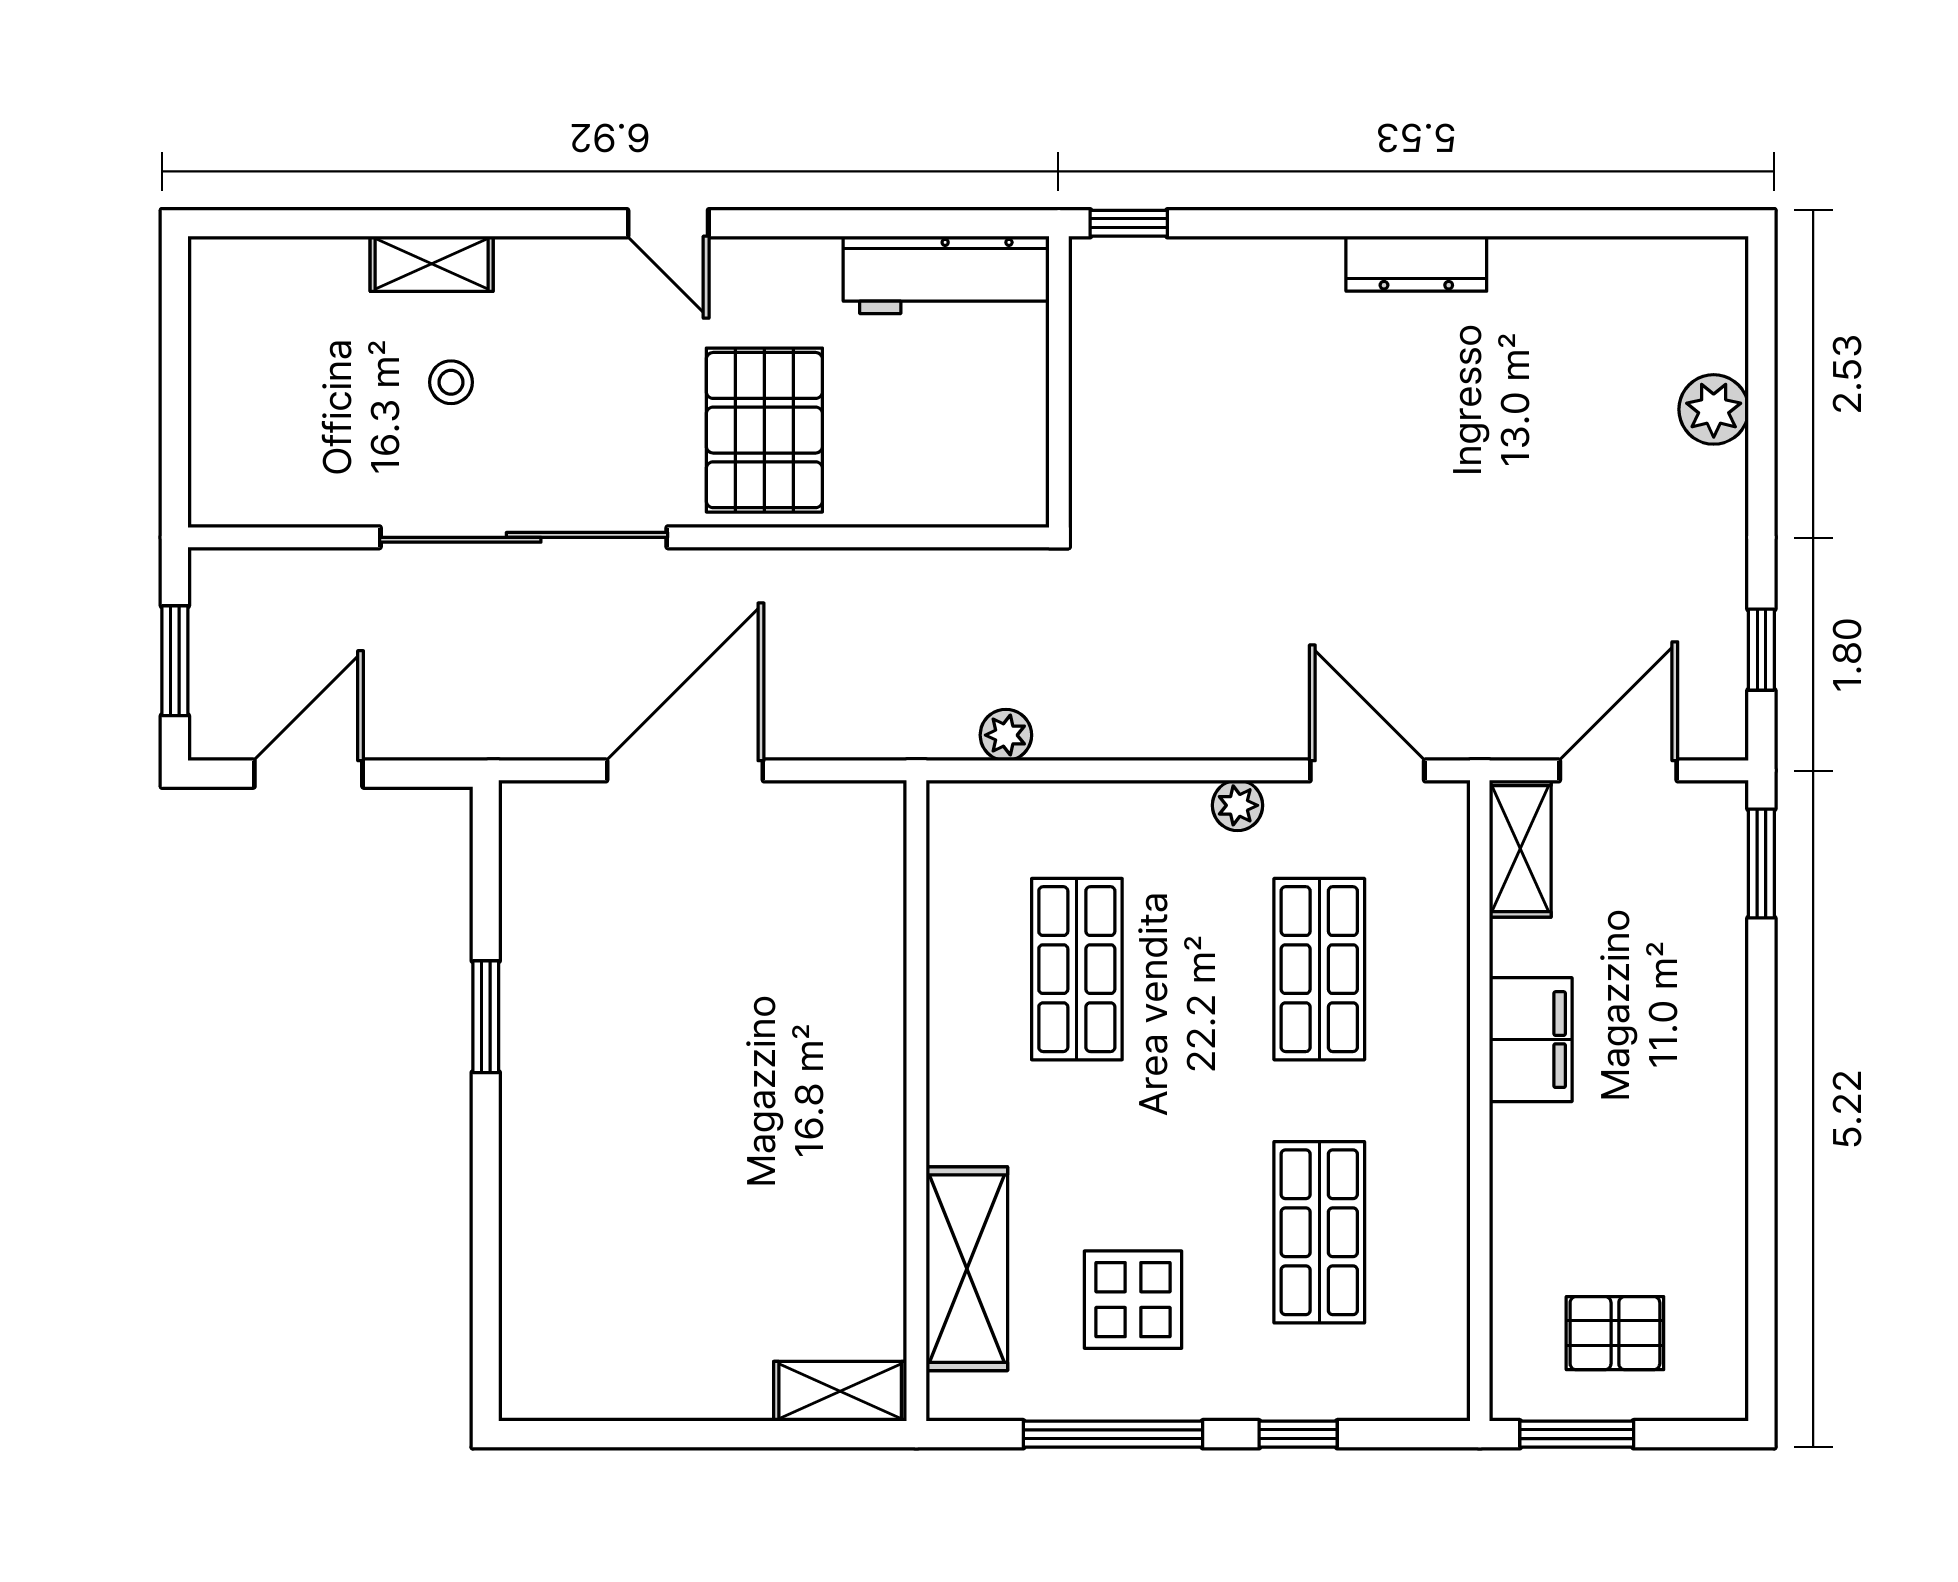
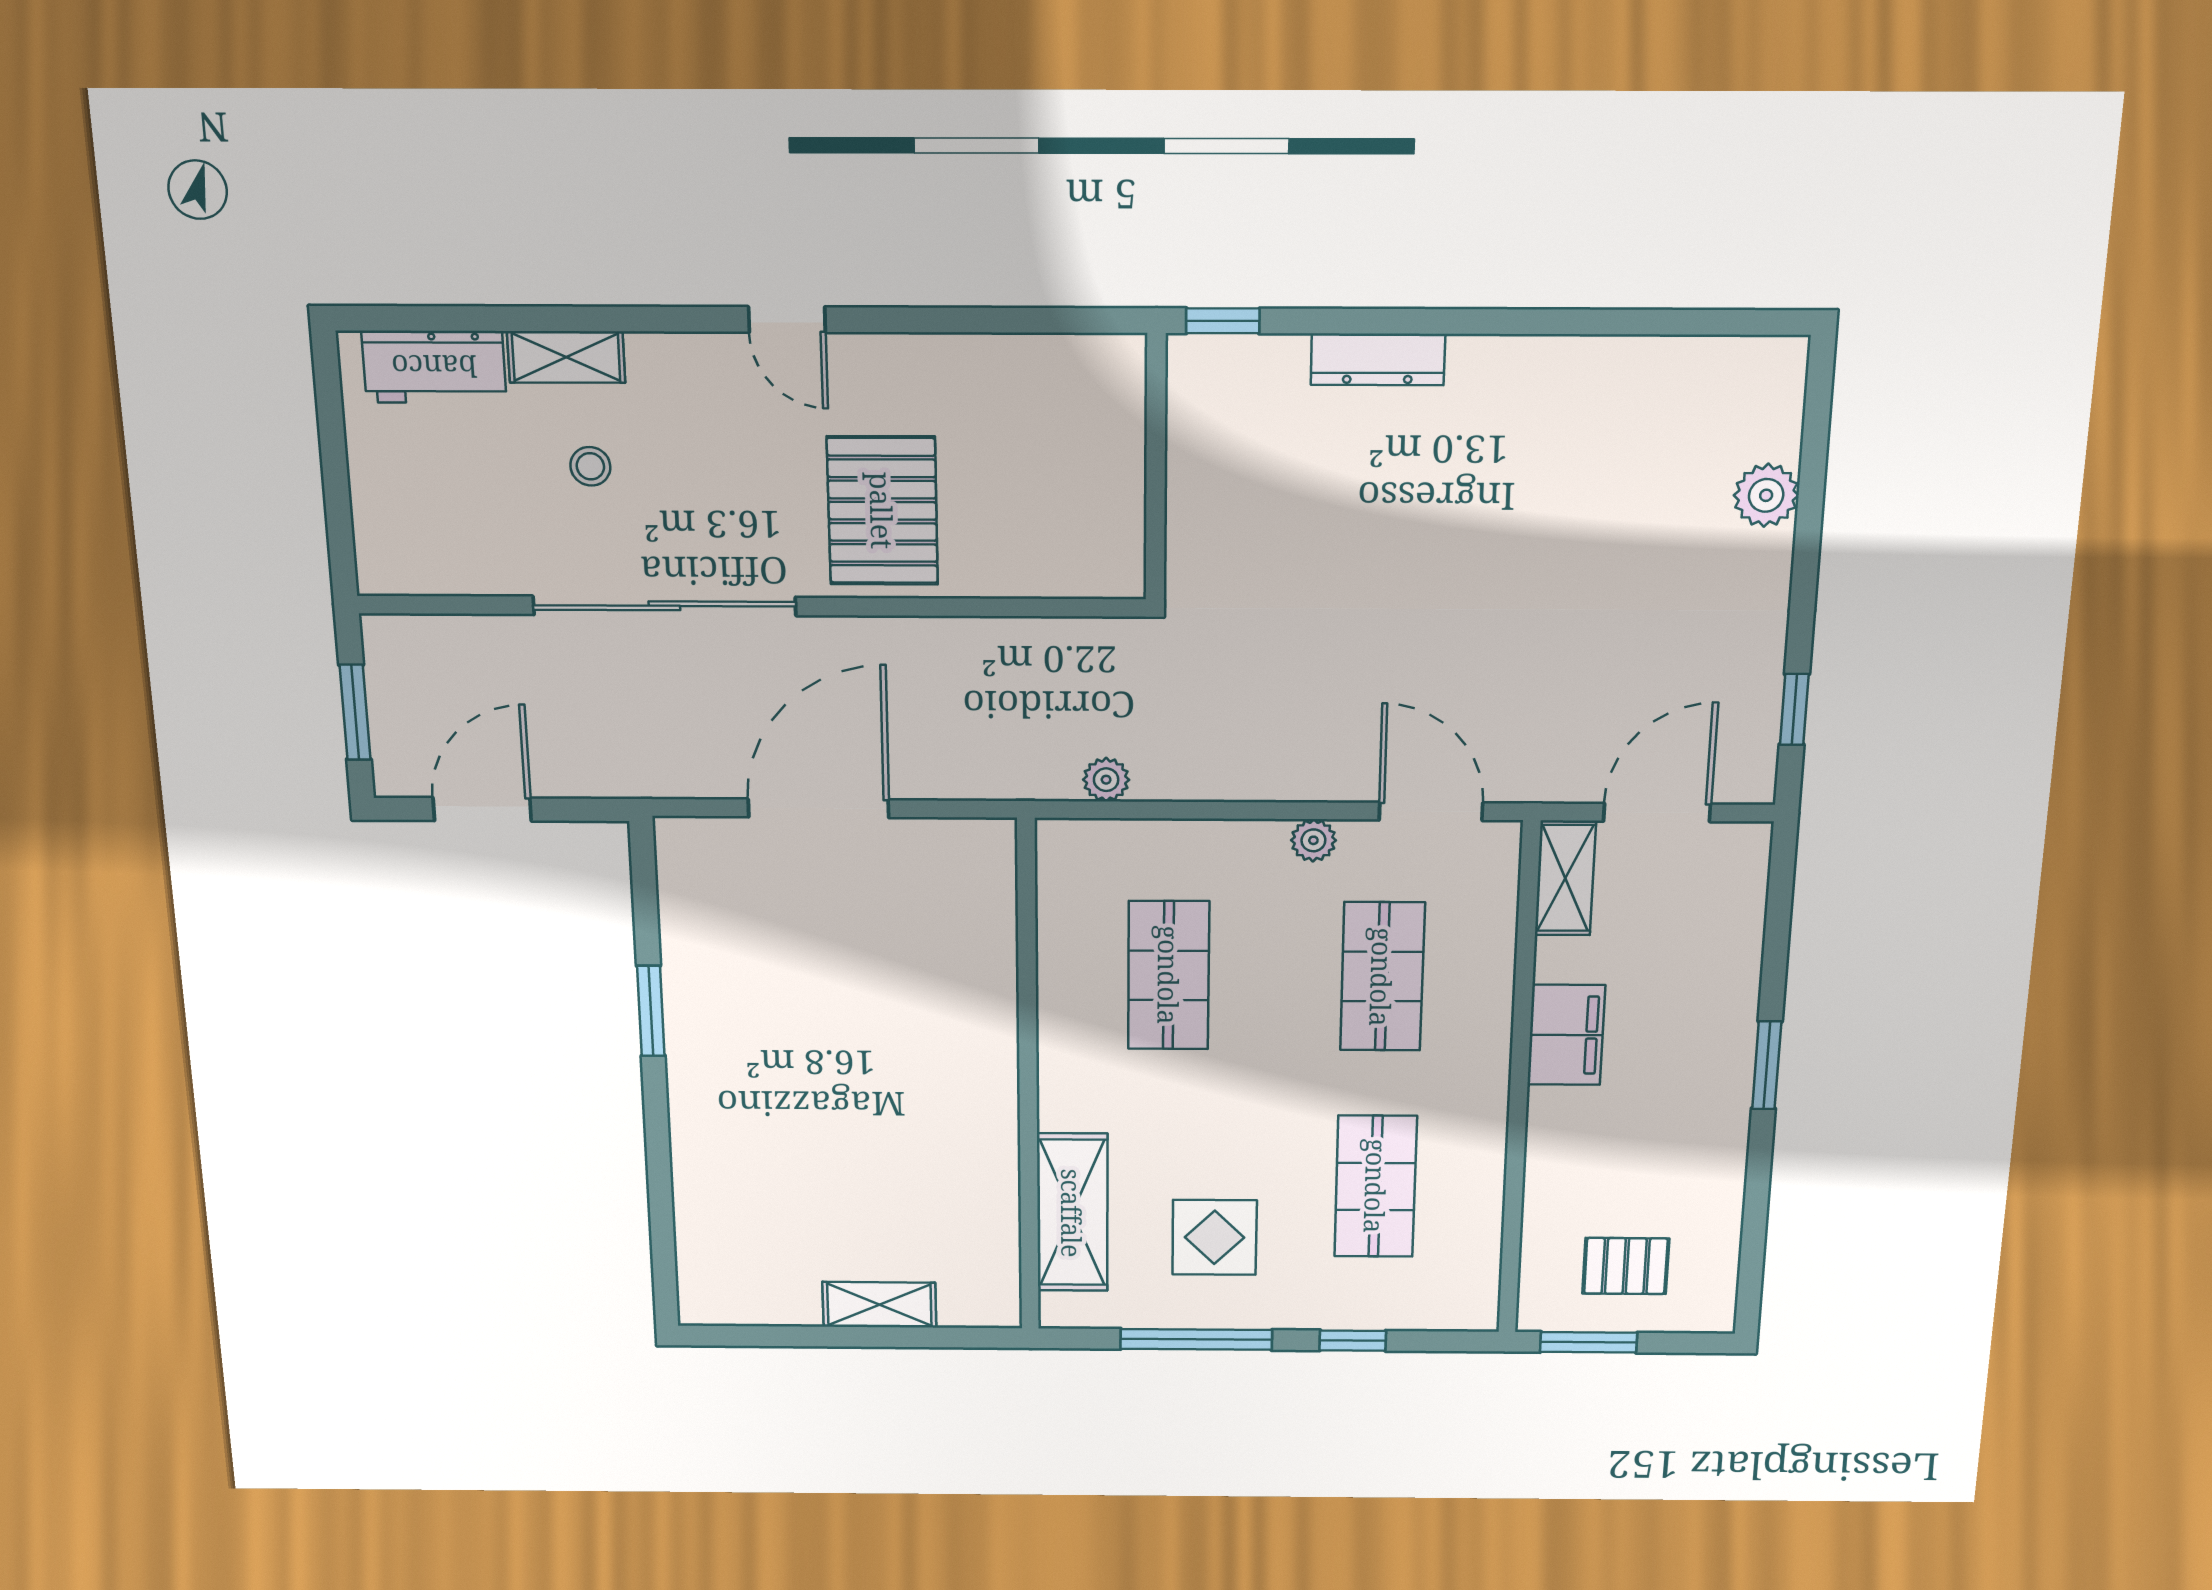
dresser: (1416, 264) -> (1378, 359), moved
workbench: (946, 275) -> (434, 367), moved, width x0.73
window: (1761, 864) -> (1767, 1065), moved
shelving: (840, 1391) -> (879, 1305), moved

